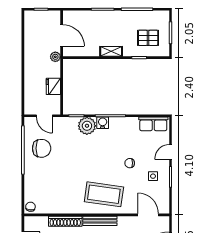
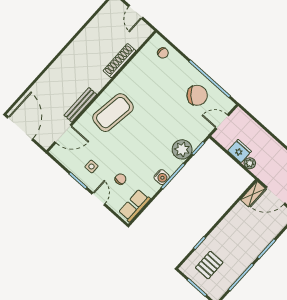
shelving: (111, 51) -> (253, 194), moved
plant: (55, 57) -> (250, 163), moved
water cooler: (103, 123) -> (162, 177), moved
chair: (42, 148) -> (197, 95), turned -134
chair: (130, 163) -> (120, 179), moved
chair: (30, 207) -> (163, 53), moved
bench: (100, 221) -> (80, 105), moved

